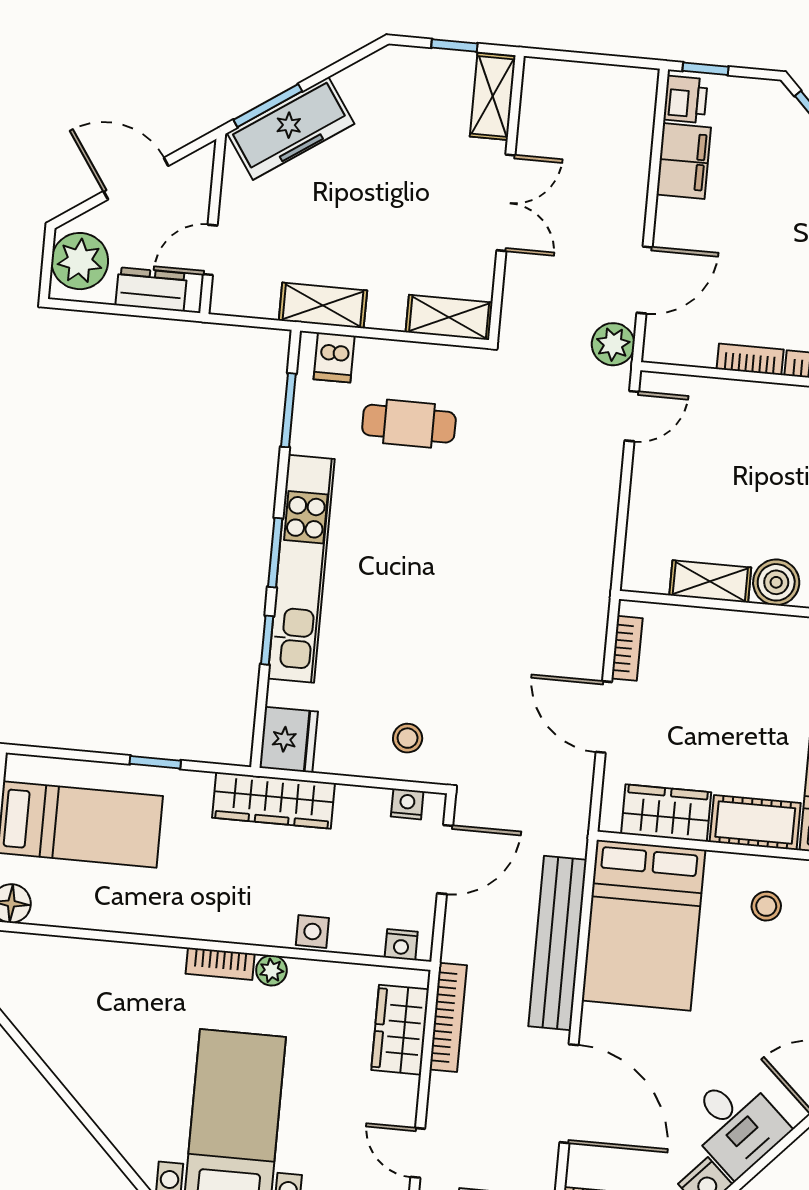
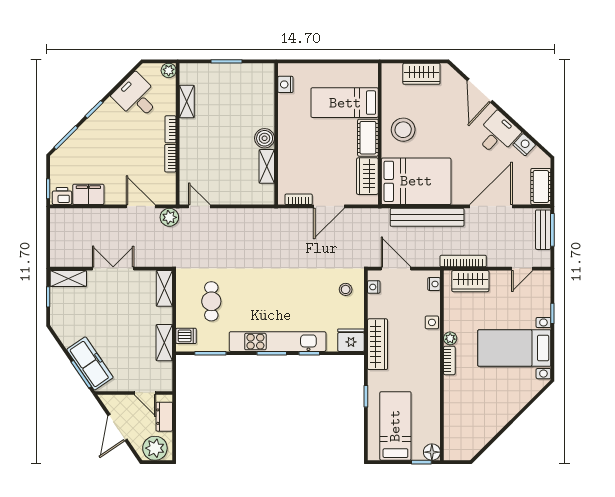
stool: (766, 906) -> (403, 130), width x1.89, depth x1.89

